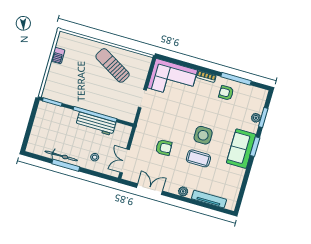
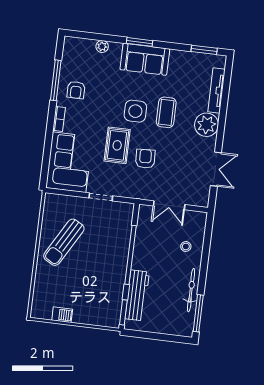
rug: (179, 117) -> (117, 145), added
window: (263, 117) -> (204, 50), moved
workbench: (96, 124) -> (137, 295), moved
armchair: (164, 148) -> (145, 159), moved
double door: (125, 161) -> (169, 205), moved
window: (66, 165) -> (198, 313), moved
double door: (150, 189) -> (216, 169), swing flipped
plant: (183, 191) -> (206, 125), width x1.87, depth x1.87

